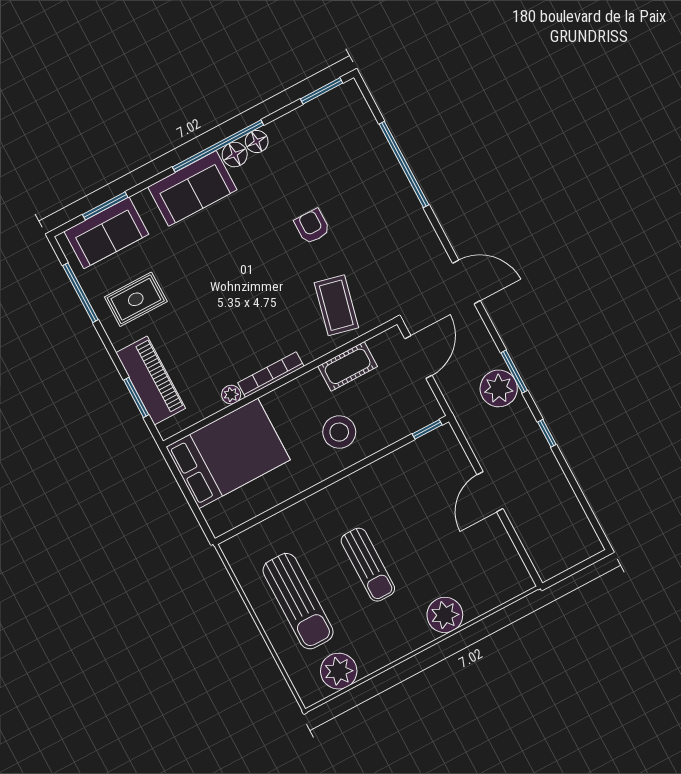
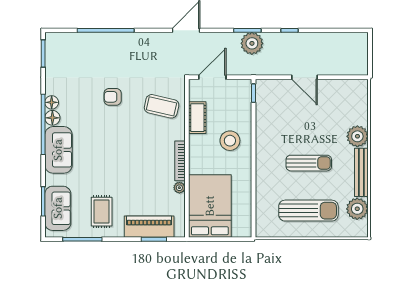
door: (418, 357) -> (212, 77), hinge flipped
bench: (395, 649) -> (361, 172), added

